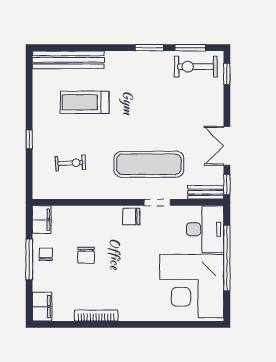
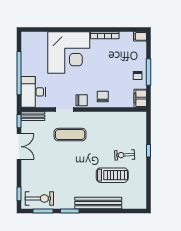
bench: (68, 60) -> (98, 203), moved
exercise bike: (70, 163) -> (125, 155), moved
exercise mat: (149, 164) -> (70, 135), width x0.73, depth x0.69
chair: (86, 255) -> (103, 96), moved
corner desk: (192, 286) -> (69, 53), moved, turned 90
filing cabinet: (42, 307) -> (140, 36), width x0.50

